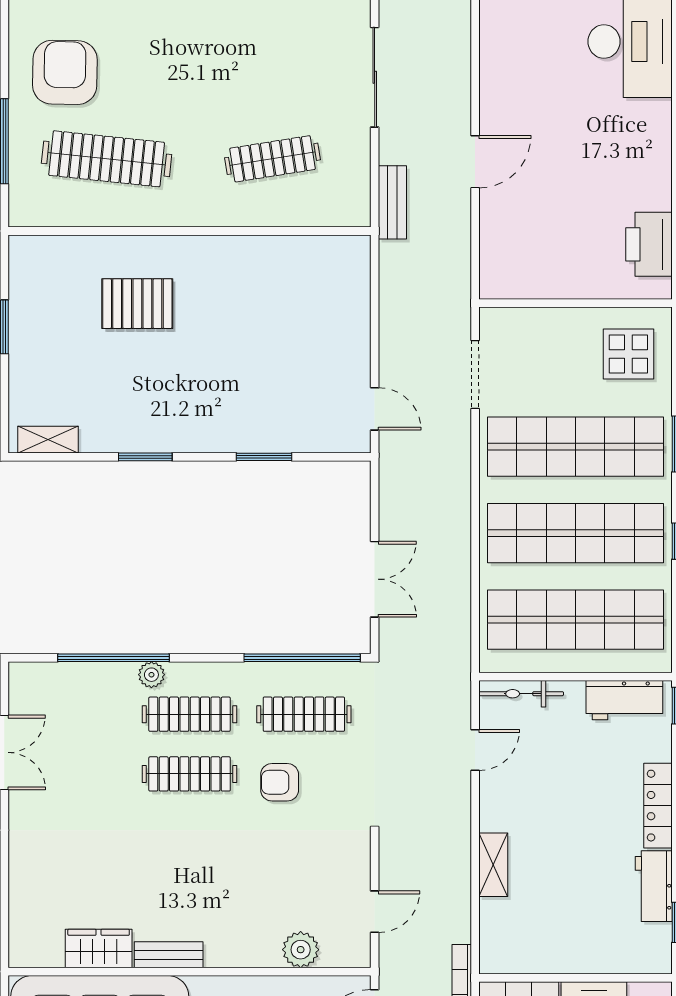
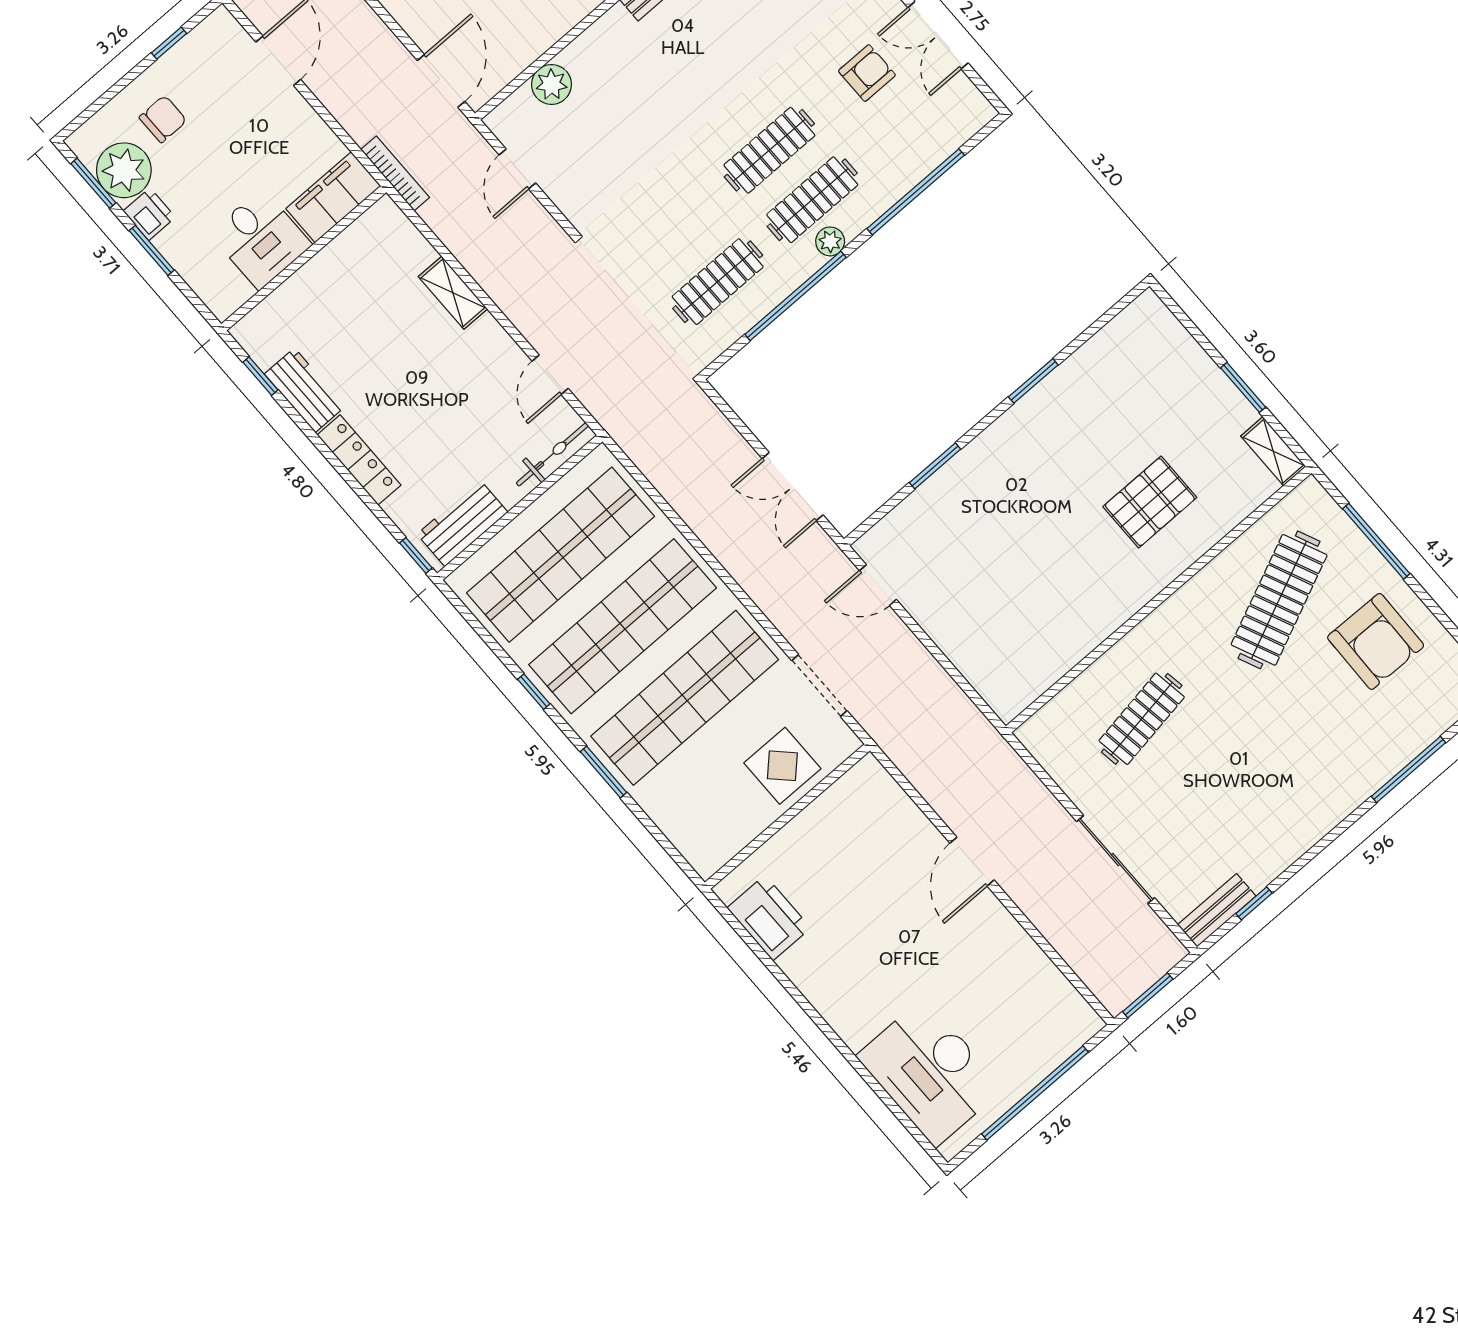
clothes rail: (107, 159) -> (1279, 600), turned -30
bench: (392, 202) -> (1011, 769), removed
display table: (628, 354) -> (782, 766), moved
shelving: (48, 440) -> (1273, 451), moved, turned 90
double door: (375, 579) -> (793, 487), moved
window: (302, 658) -> (796, 296), moved
plant: (151, 675) -> (830, 241), moved
armchair: (280, 782) -> (867, 73), moved

